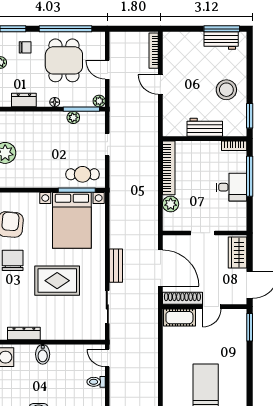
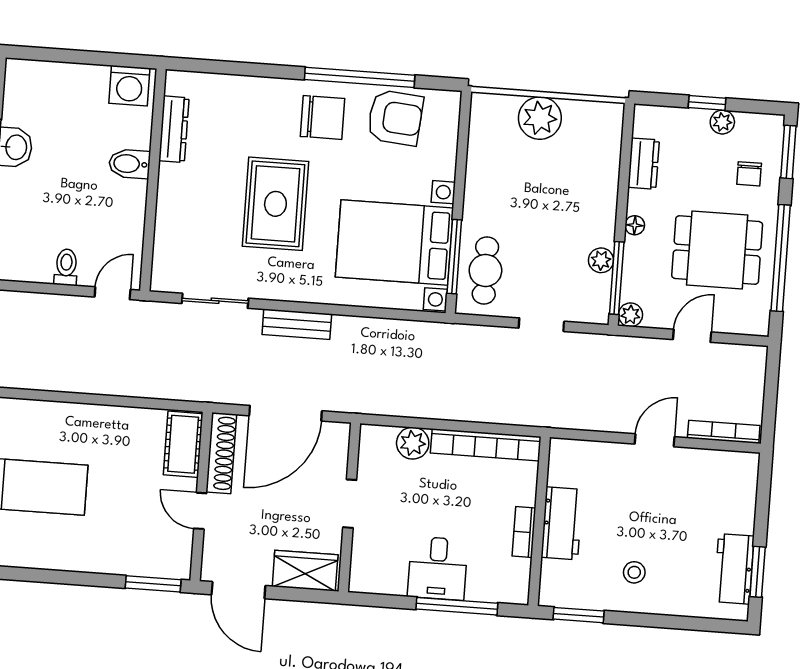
window: (222, 29) -> (758, 572), width x0.69
stool: (226, 90) -> (634, 572), width x0.53, depth x0.53
bookcase: (234, 146) -> (524, 532), moved

